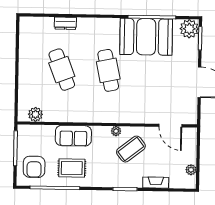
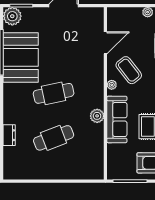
plant: (35, 114) -> (97, 116), moved
door: (170, 126) -> (105, 43), moved
sofa: (73, 136) -> (117, 119), width x1.36

